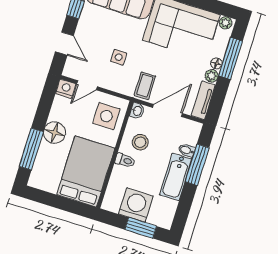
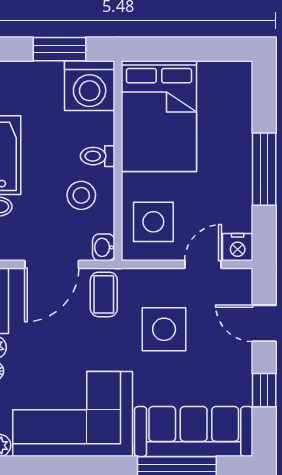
side table: (119, 57) -> (164, 329), width x1.87, depth x1.87
floor lamp: (55, 133) -> (233, 166), removed
window: (31, 149) -> (264, 169), moved
washing machine: (136, 205) -> (90, 86), moved
window: (141, 228) -> (59, 49), moved

